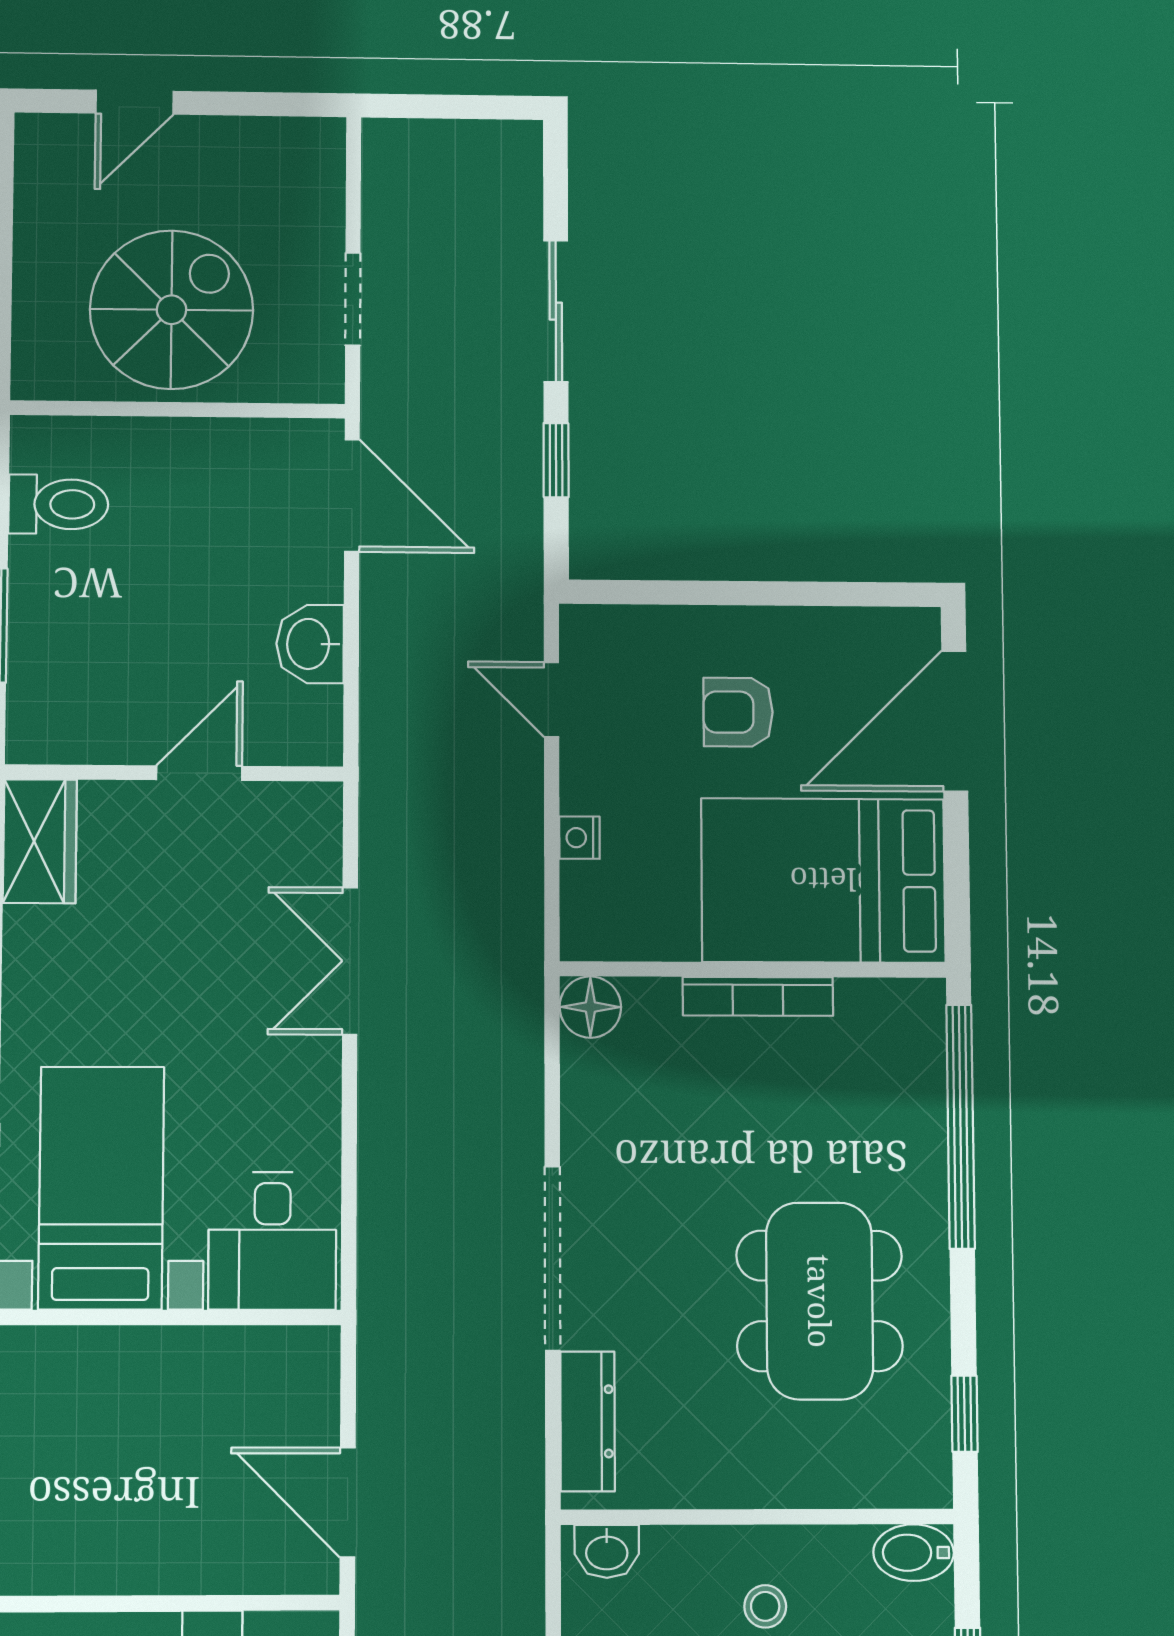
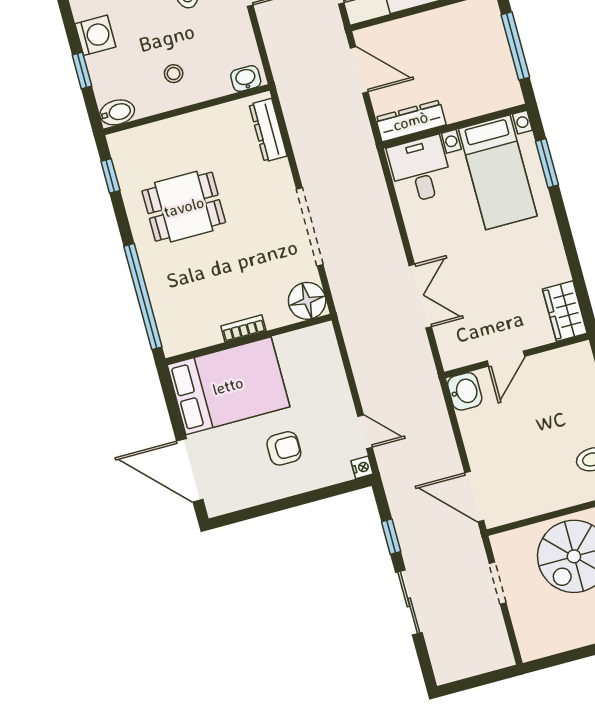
washbasin: (310, 644) -> (465, 391), moved
door: (955, 721) -> (190, 470), swing flipped
nightstand: (579, 838) -> (362, 467), moved
bookcase: (758, 996) -> (243, 328), width x0.64
floor lamp: (590, 1007) -> (307, 301), width x1.38, depth x1.38
doorway: (552, 1258) -> (310, 227), moved
dining table: (820, 1301) -> (184, 207), width x0.73
dresser: (264, 1355) -> (411, 121), added

